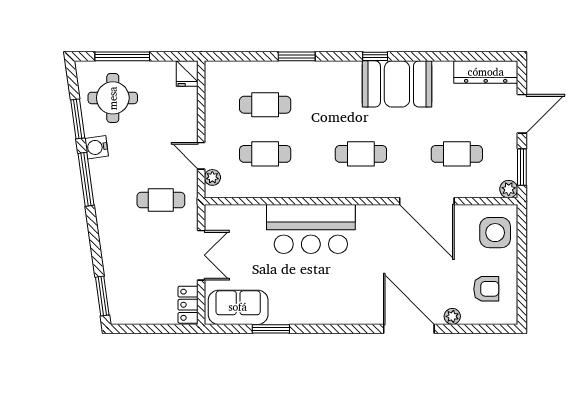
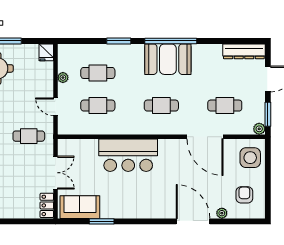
window: (375, 56) -> (171, 41), width x3.17
booth: (397, 84) -> (168, 59), moved
plant: (212, 177) -> (63, 78), moved
armchair: (486, 289) -> (244, 195), turned -90

